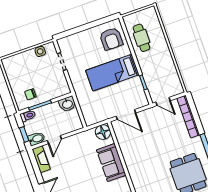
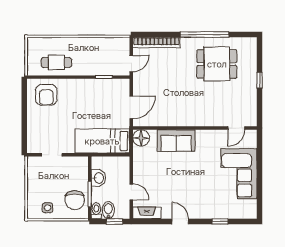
armchair: (111, 39) -> (46, 95), turned 90
side table: (40, 51) -> (47, 208), moved
bed: (112, 73) -> (102, 141), moved, turned 90
chair: (30, 94) -> (75, 200), width x1.87, depth x1.87
washbasin: (67, 104) -> (98, 178), moved
bidet: (37, 139) -> (108, 210), moved

